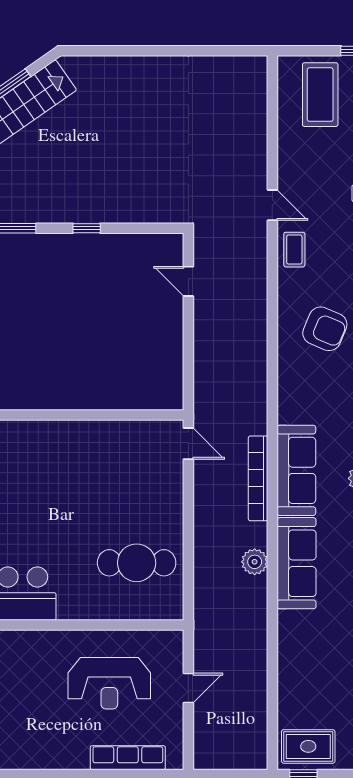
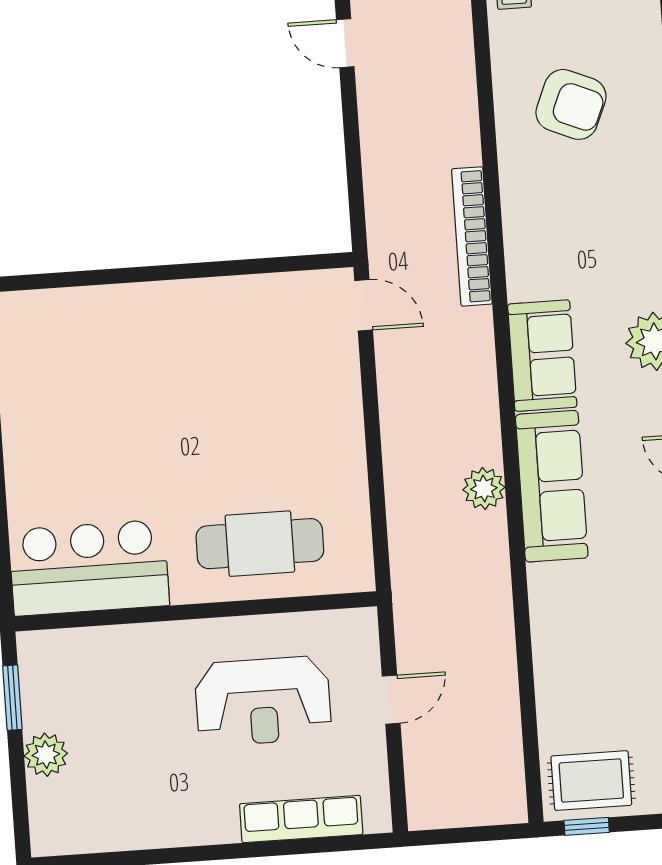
sofa: (296, 470) -> (542, 356), width x0.73
bookcase: (258, 478) -> (472, 236), moved
cafe table: (137, 563) -> (260, 544), moved

